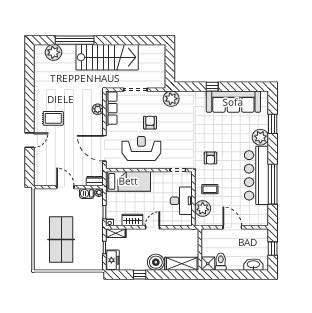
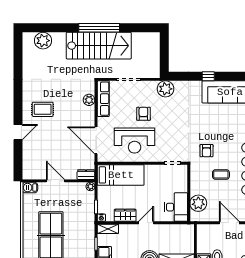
window: (75, 40) -> (99, 28), moved
reception desk: (141, 148) -> (135, 141), turned 180
coffee table: (210, 189) -> (221, 175), moved
barbecue: (87, 193) -> (30, 188), moved
desk: (181, 201) -> (176, 207), moved

